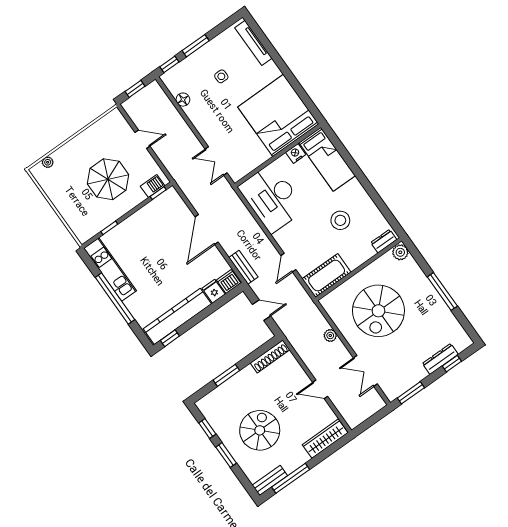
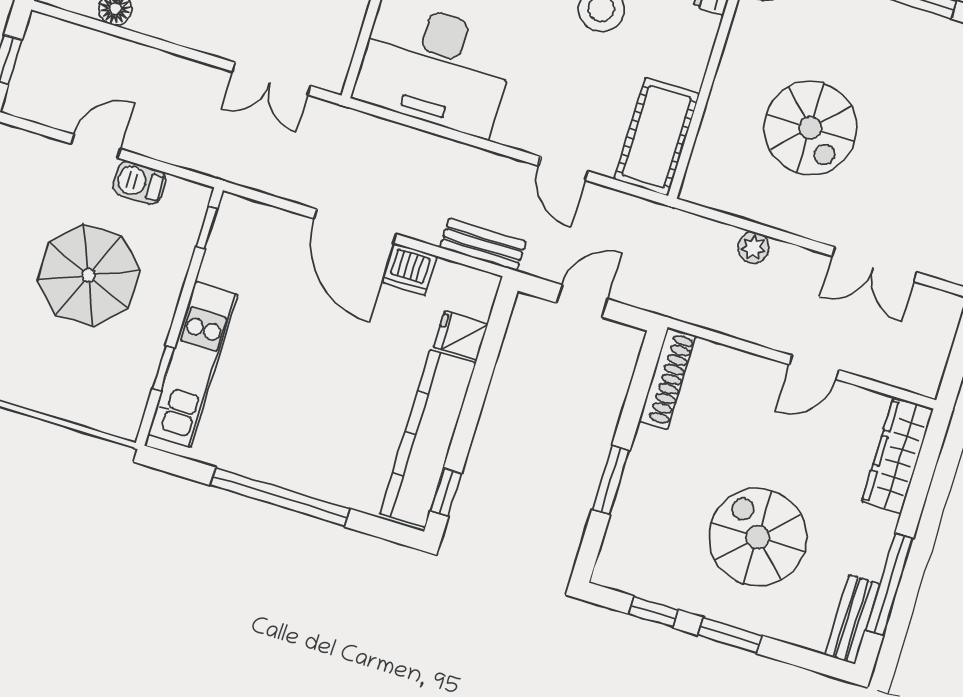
barbecue: (153, 186) -> (139, 183), moved, turned -90
kitchen unit: (110, 269) -> (193, 364), moved, turned 90
dishwasher: (229, 282) -> (410, 269), moved, turned -90
spiral stairs: (378, 311) -> (810, 128), width x0.73, depth x0.73

